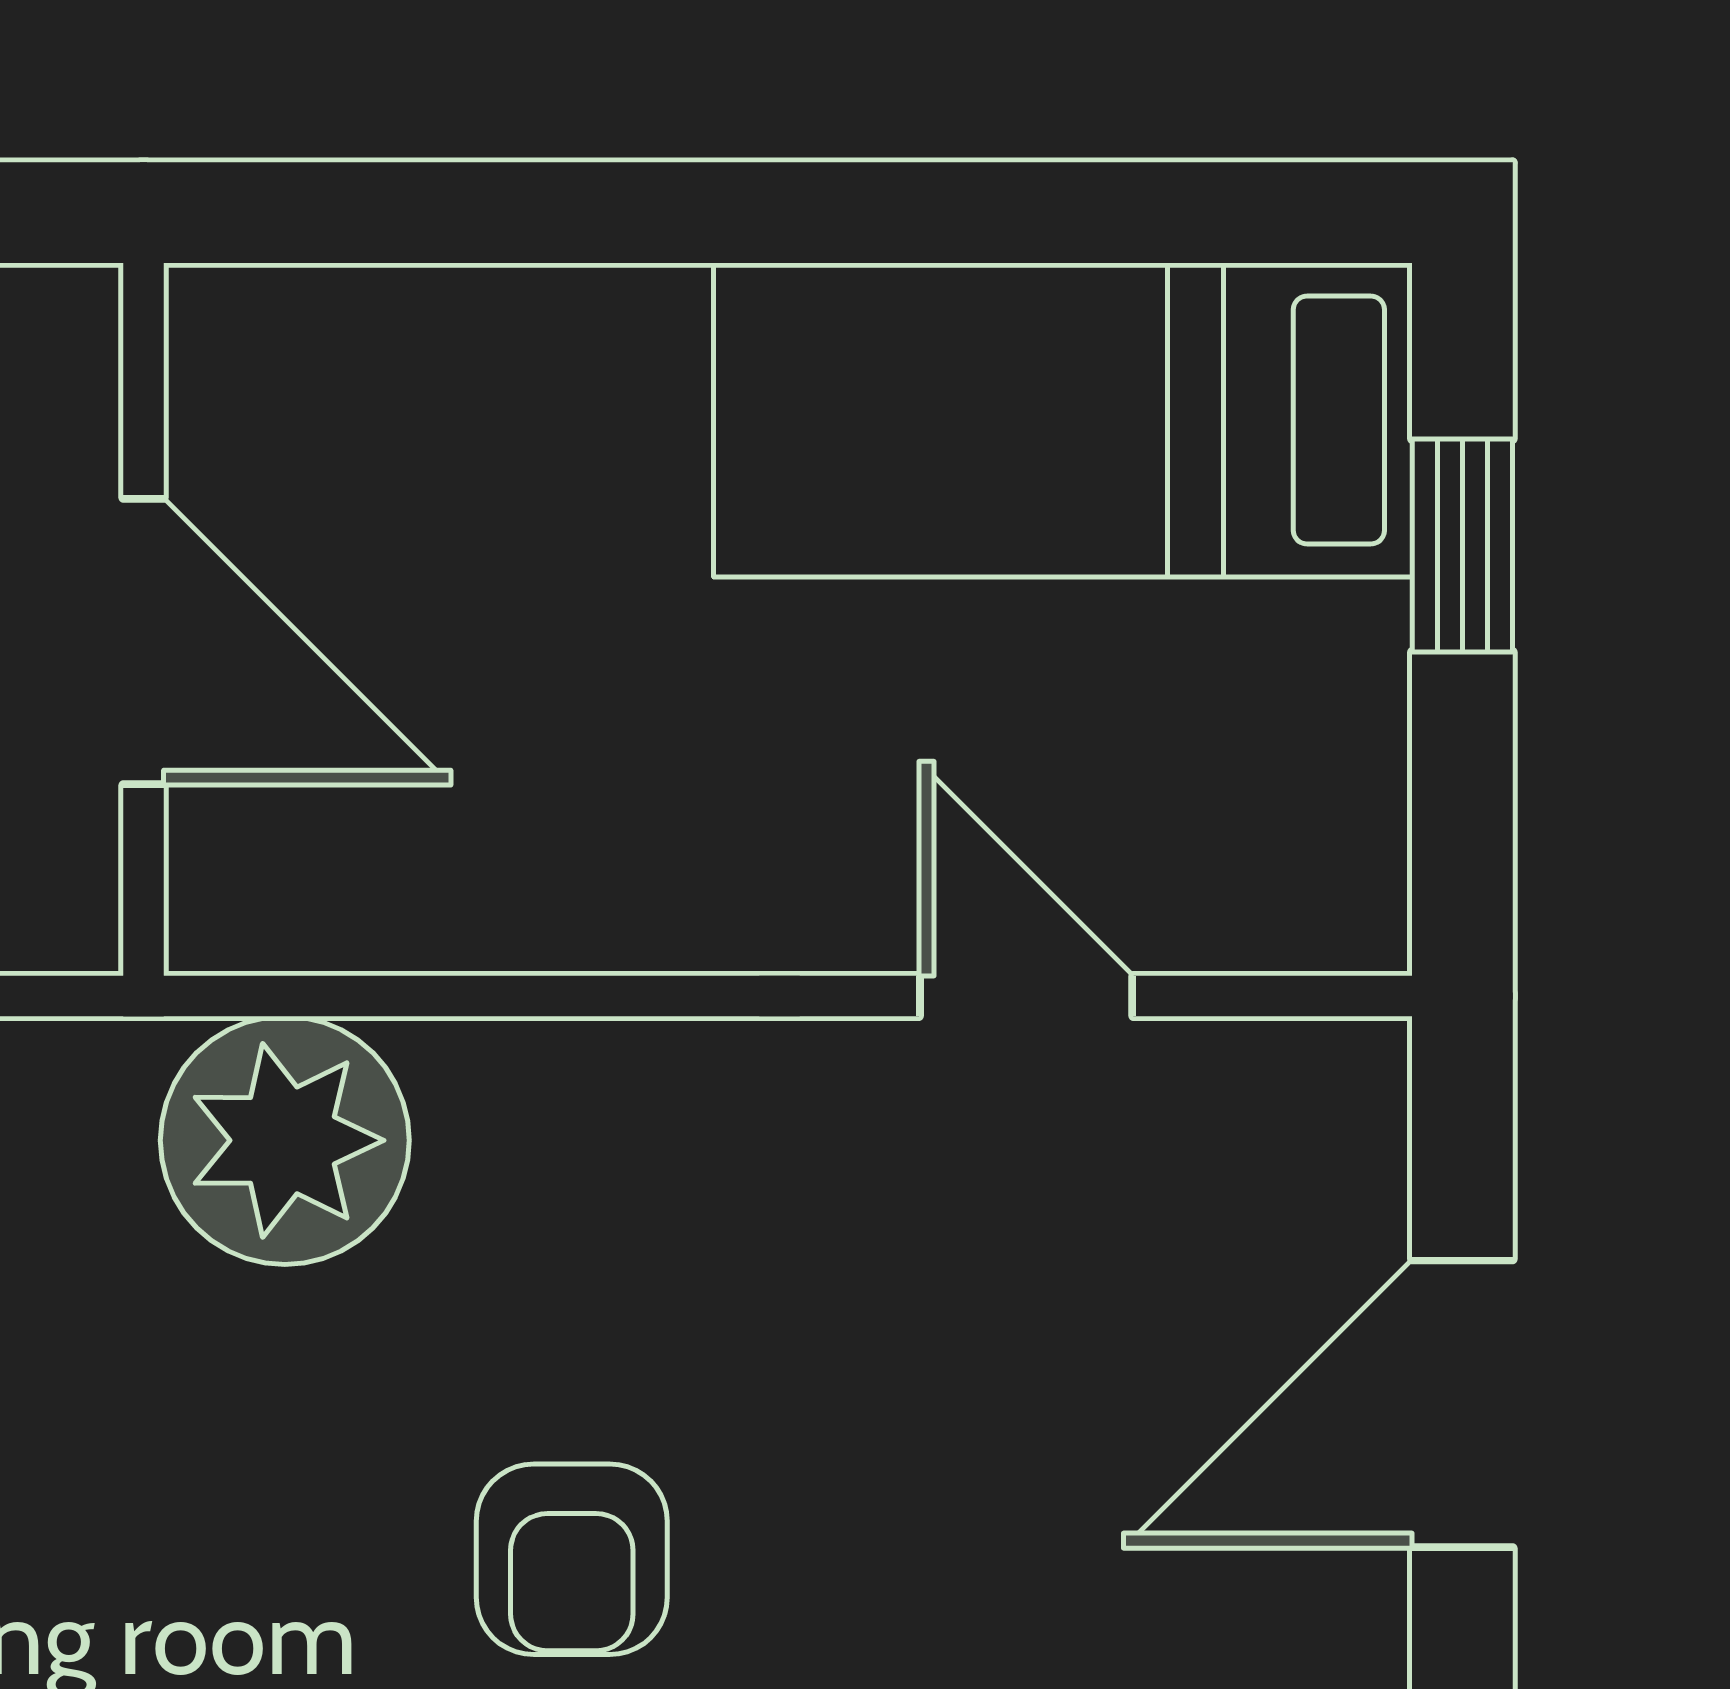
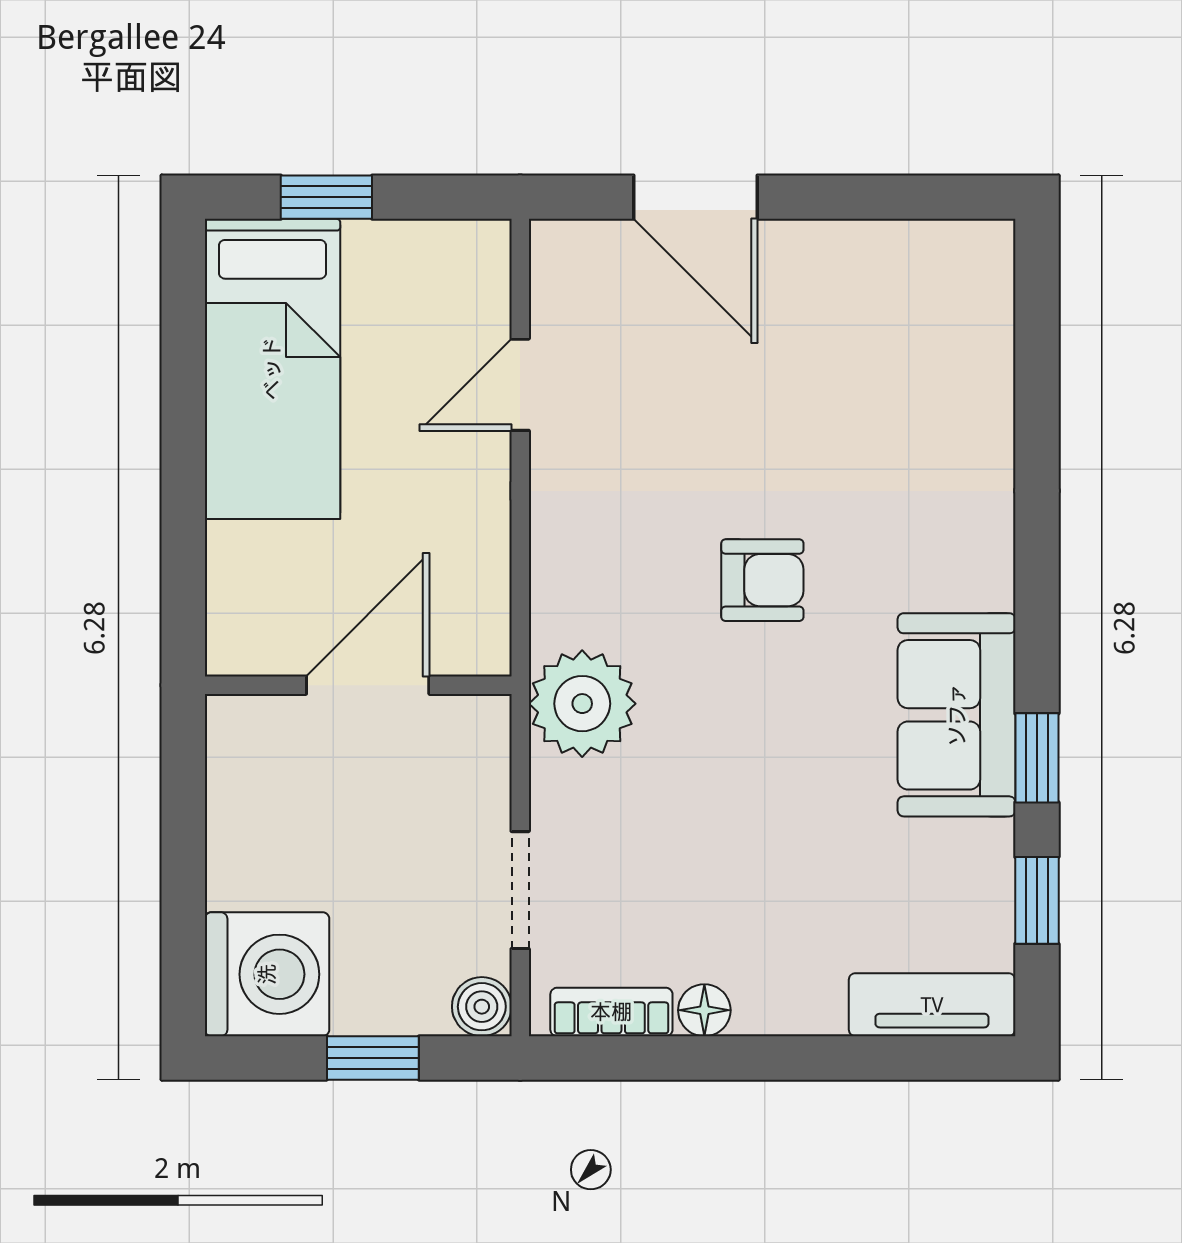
wall: (143, 619) -> (358, 685), moved
door: (143, 641) -> (368, 685), moved

